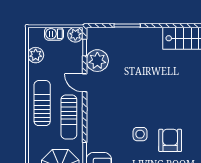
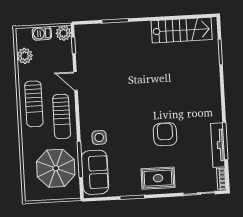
plant: (97, 61) -> (87, 58), removed
sun lounger: (42, 103) -> (34, 104), turned 180
side table: (140, 134) -> (99, 137), moved

